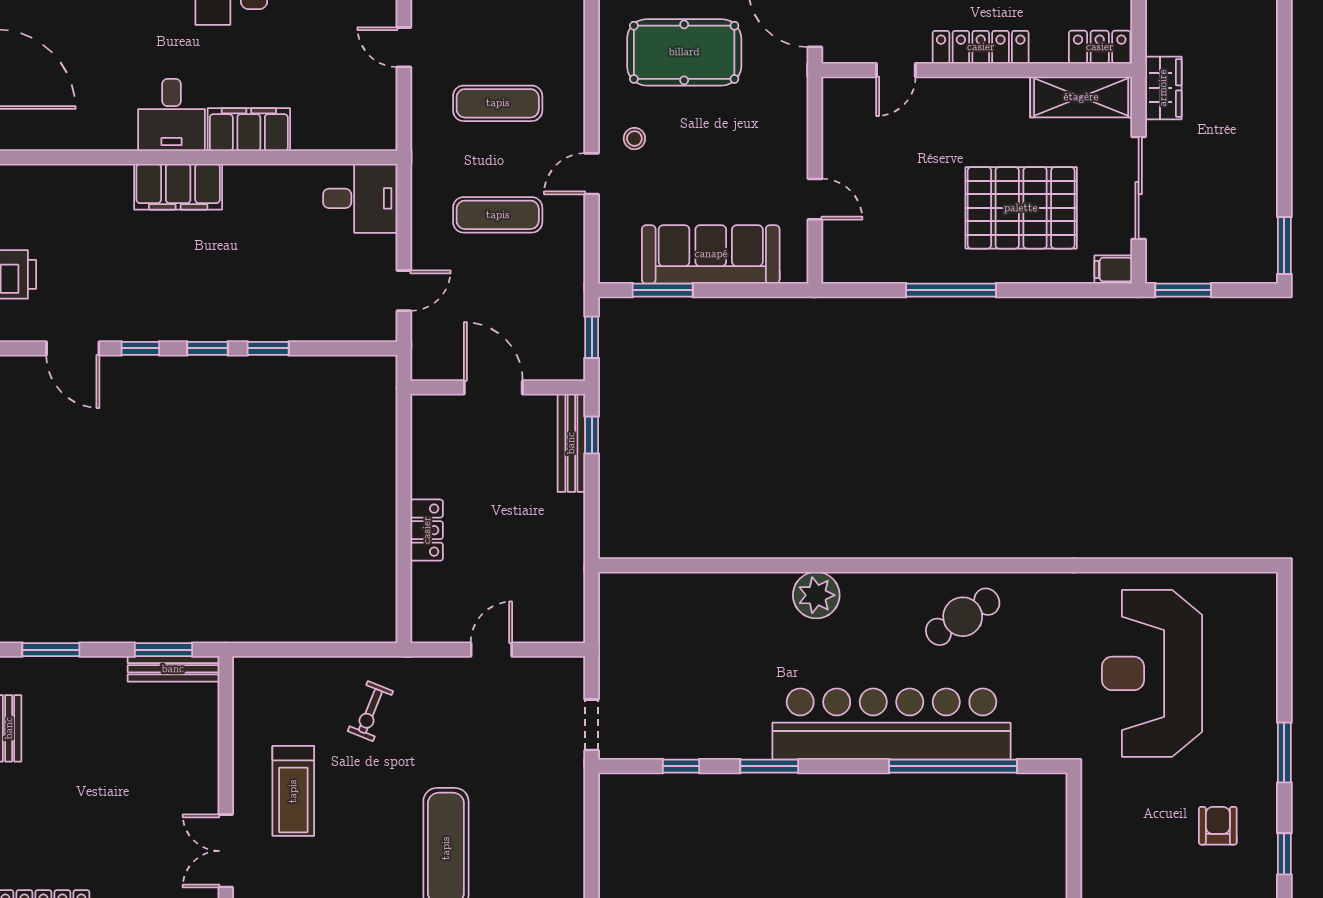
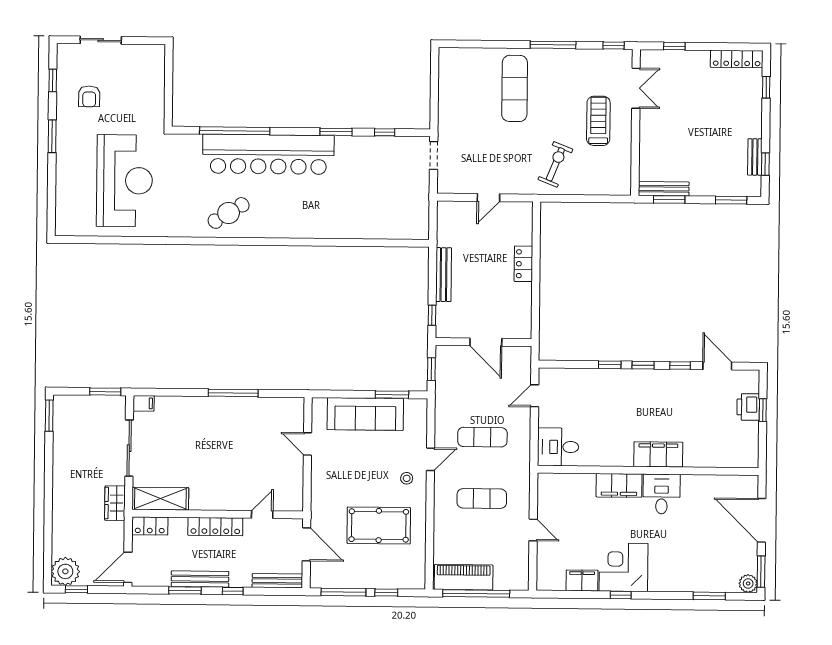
pallet: (1021, 208) -> (194, 438), removed
bench: (571, 443) -> (444, 275), moved
plant: (816, 595) -> (309, 226), removed
exercise bike: (370, 711) -> (555, 164), width x1.38, depth x1.39

